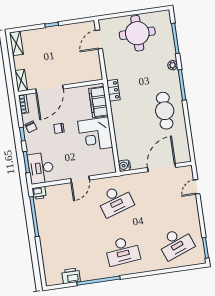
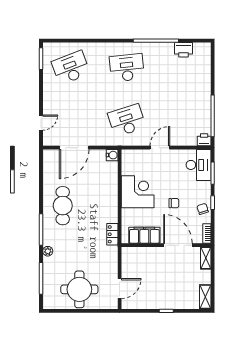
door: (49, 89) -> (178, 245), hinge flipped
filing cabinet: (98, 102) -> (144, 235), moved, turned -90

